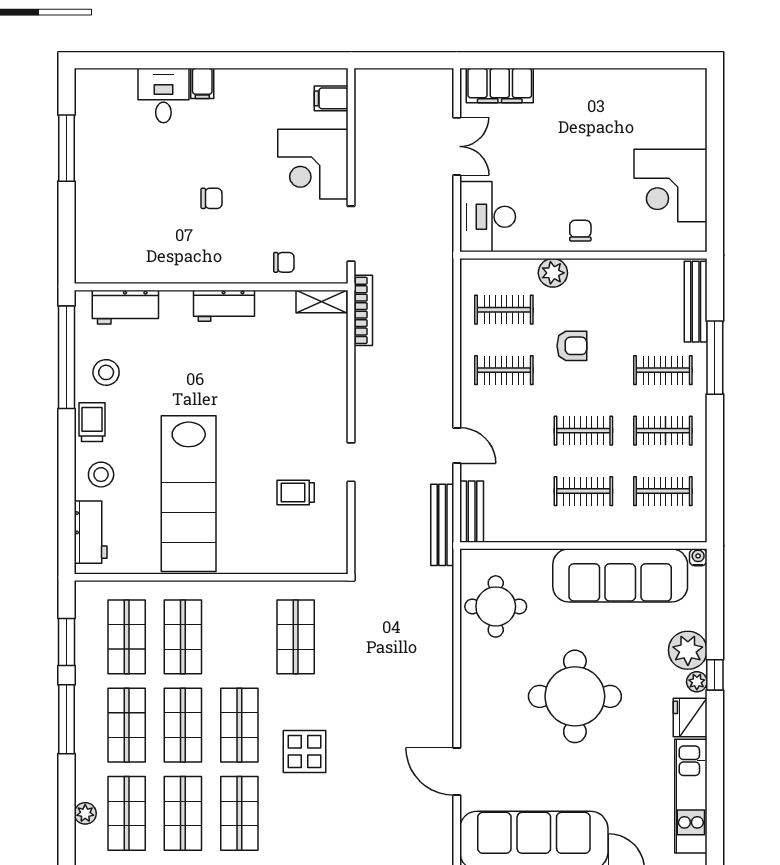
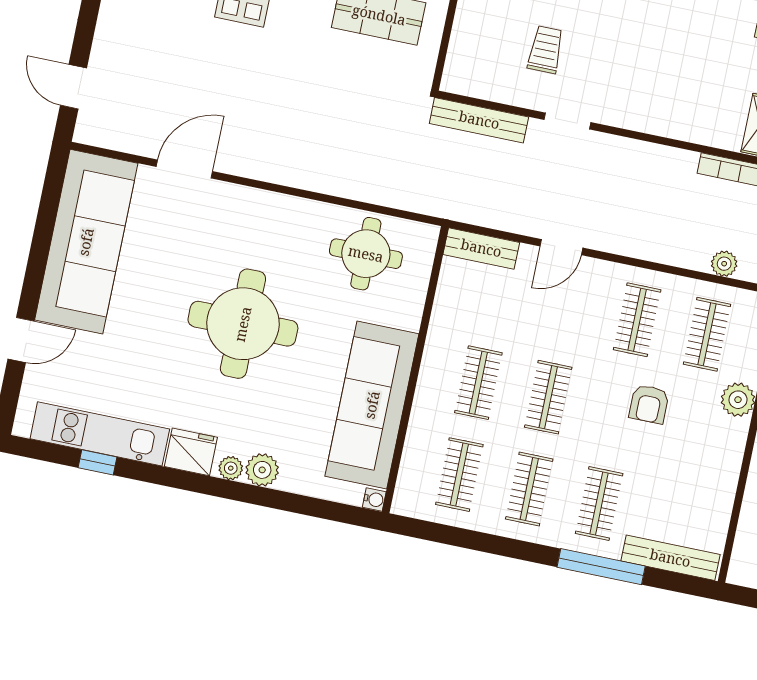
plant: (442, 308) -> (724, 264), added
bench: (442, 525) -> (479, 120), moved
plant: (688, 650) -> (262, 470), width x0.73, depth x0.73
window: (715, 675) -> (97, 462), moved

